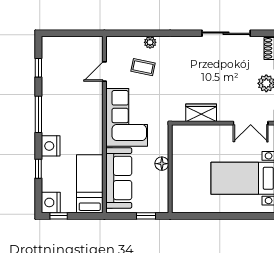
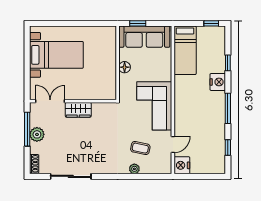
wardrobe: (201, 113) -> (78, 110), moved
sofa: (119, 178) -> (144, 37), moved, turned -90
nightstand: (51, 202) -> (182, 165), moved, turned 180

